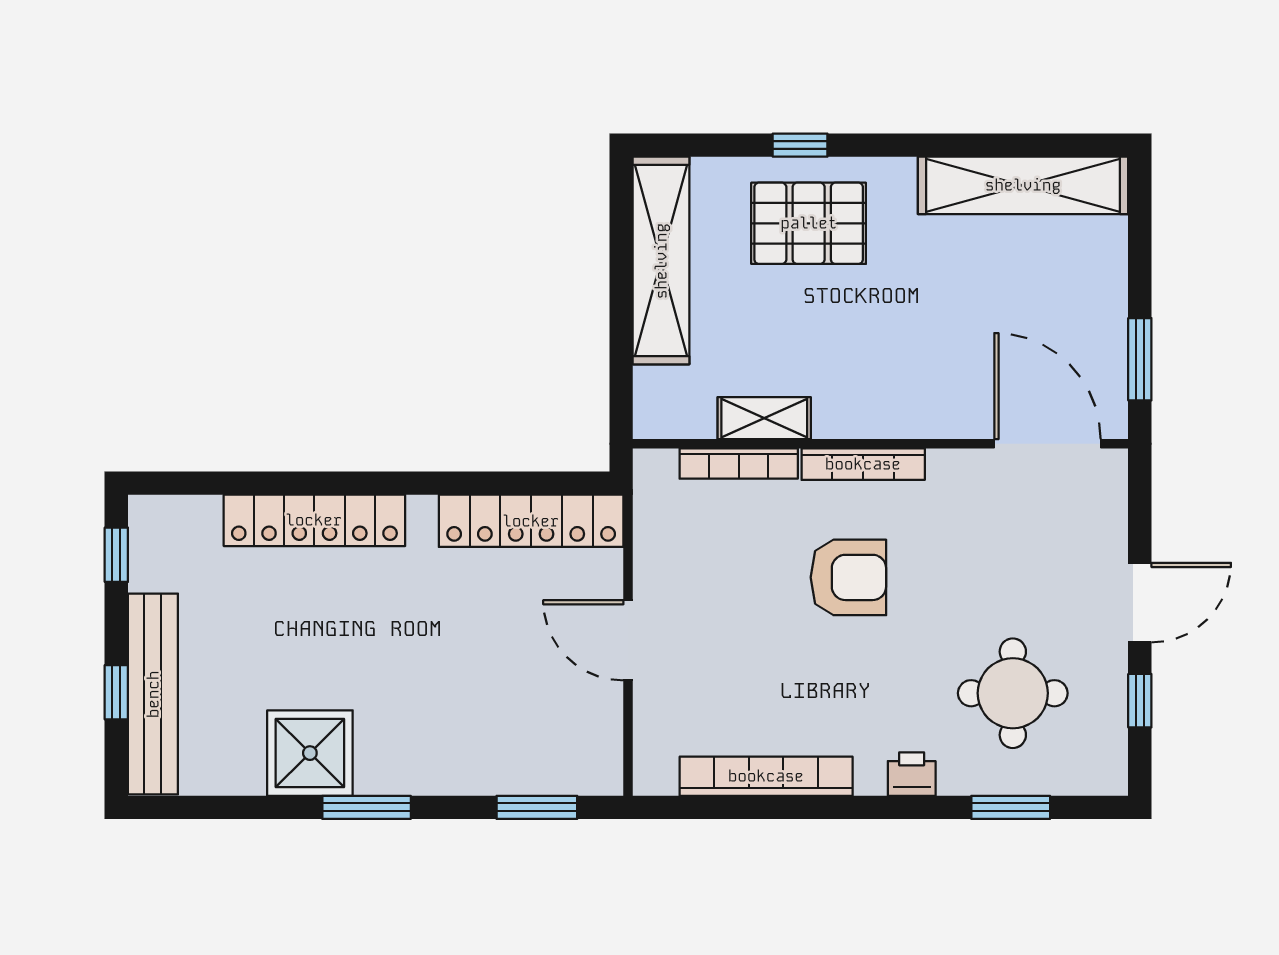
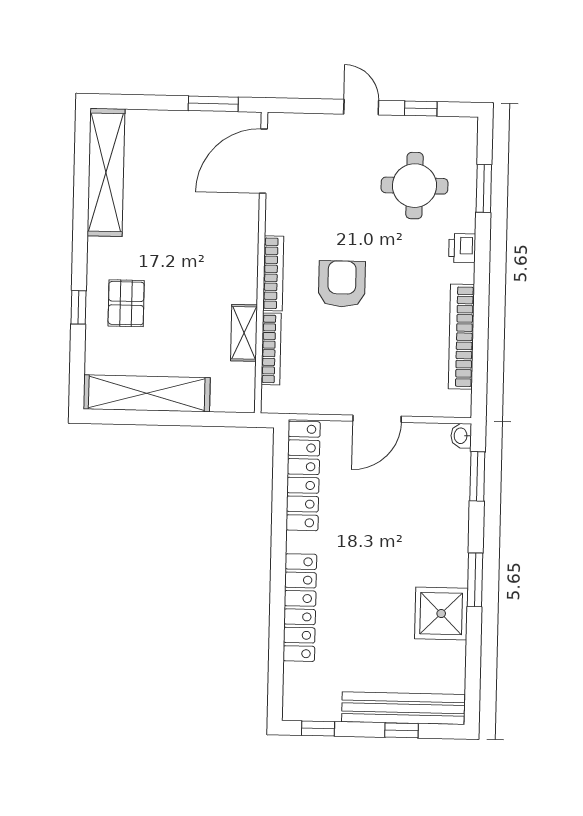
pallet: (809, 223) -> (126, 303), width x0.67, depth x0.71
door: (1140, 603) -> (361, 107), width x0.73
washbasin: (603, 779) -> (461, 436), added

